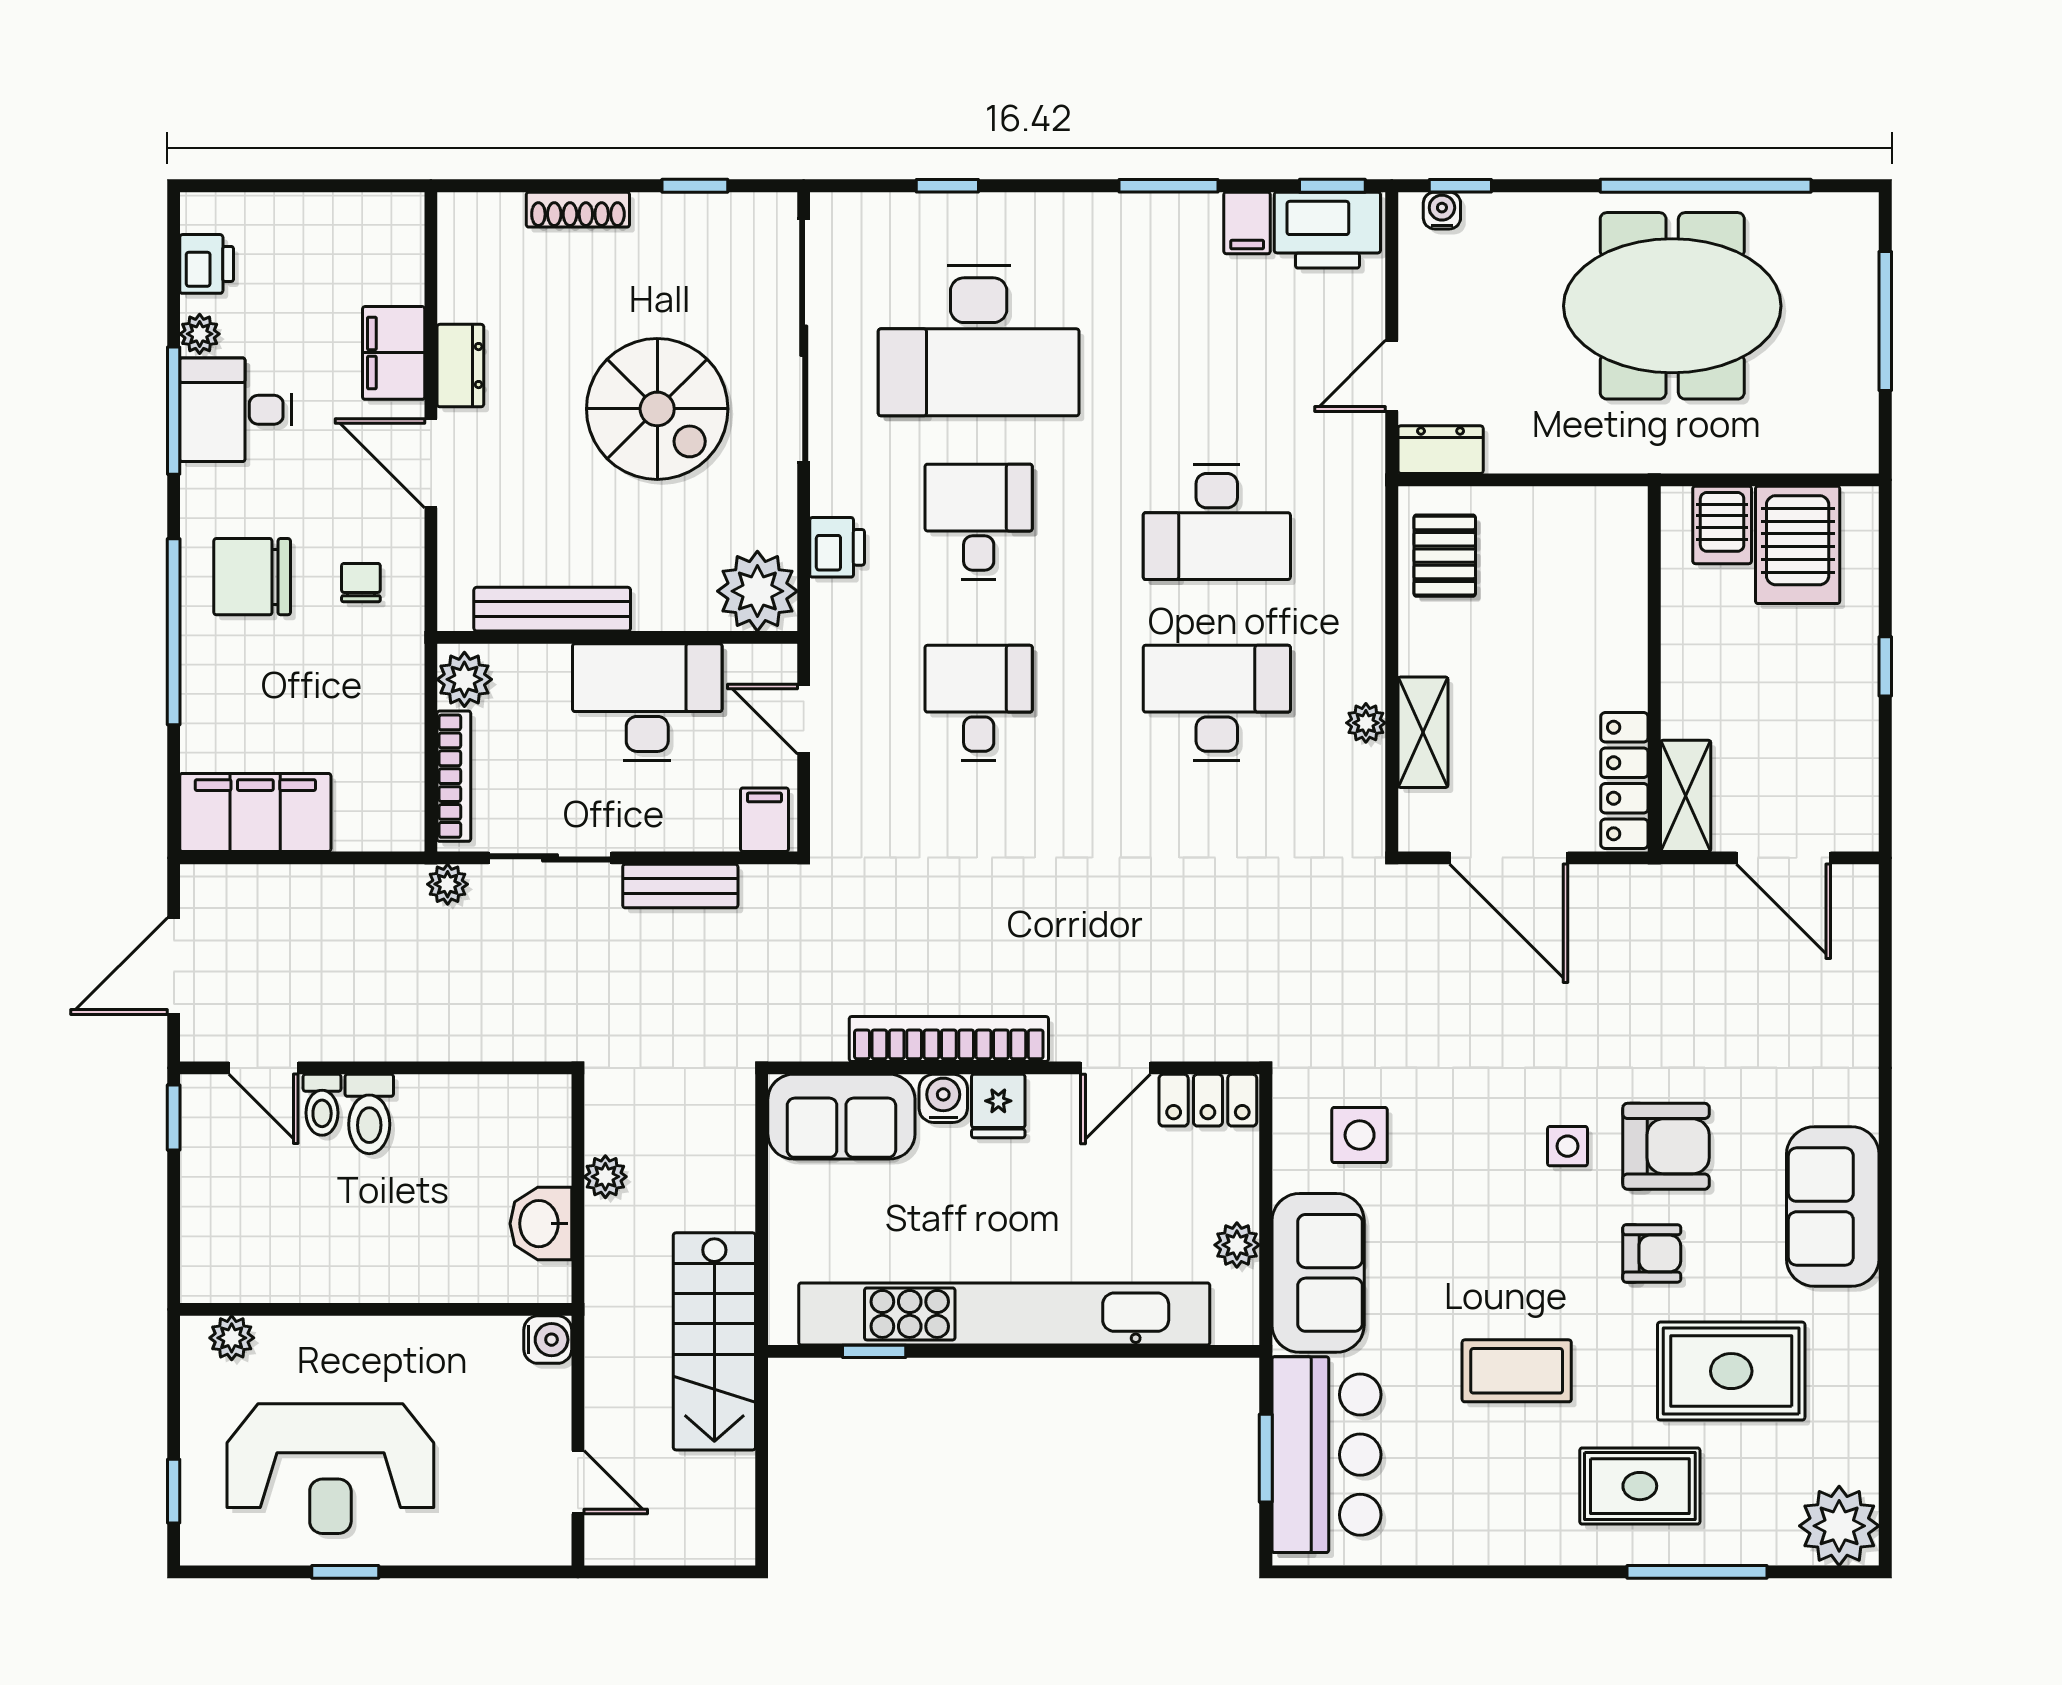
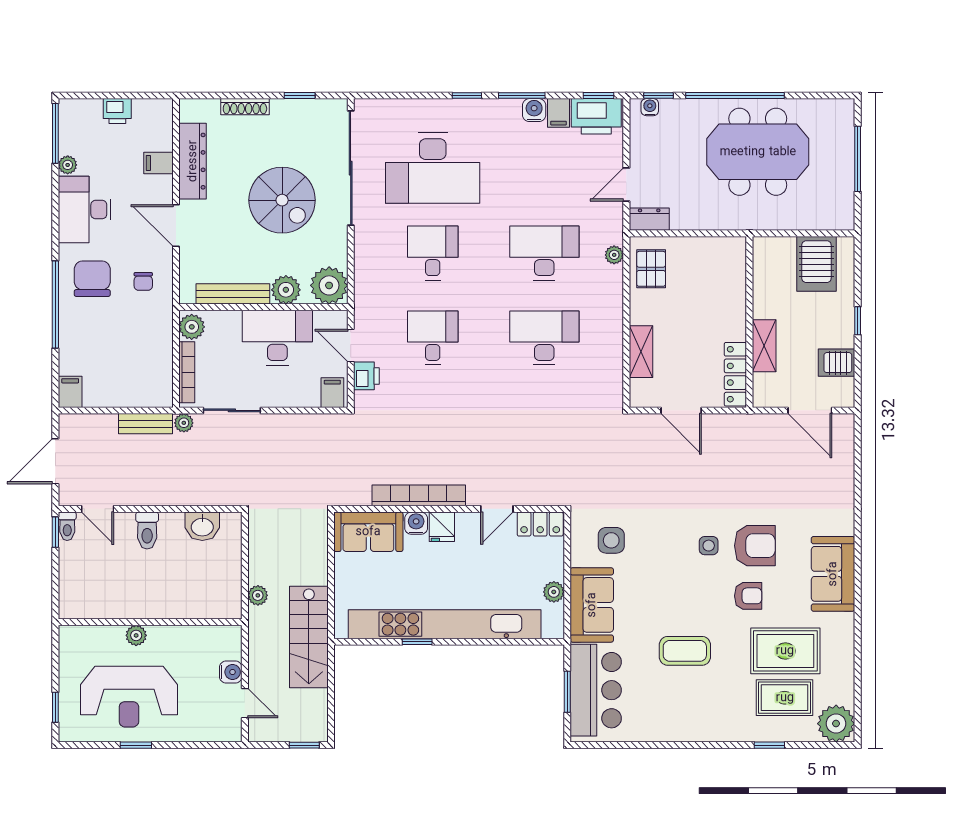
window: (947, 186) -> (467, 96), moved
window: (1706, 186) -> (735, 96), moved
water cooler: (1195, 217) -> (534, 110), added
printer: (207, 264) -> (117, 111), moved, turned 90
filing cabinet: (394, 353) -> (159, 163), width x0.50
dresser: (460, 366) -> (193, 161), width x1.96, depth x1.24
desk: (236, 410) -> (85, 210), width x1.37
window: (174, 411) -> (55, 133), moved
desk: (1217, 522) -> (544, 253), turned 180
server rack: (1722, 525) -> (836, 363), moved, turned 90
printer: (837, 547) -> (366, 376), moved
chair: (252, 577) -> (92, 279), turned 90
chair: (361, 583) -> (143, 281), turned 180
plant: (665, 600) -> (286, 290), added
plant: (1366, 723) -> (614, 255), moved
shelving: (1686, 796) -> (764, 346), moved
filing cabinet: (255, 812) -> (70, 392), width x0.33, depth x0.86
door: (1509, 858) -> (681, 410), width x0.73
bench: (680, 886) -> (146, 424), moved
toilet: (322, 1105) -> (67, 526), moved
plant: (605, 1177) -> (258, 595), moved
washbasin: (541, 1224) -> (202, 526), moved, turned -90
plant: (232, 1338) -> (136, 635), moved
water cooler: (548, 1340) -> (231, 672), moved
window: (874, 1351) -> (417, 642), moved
rug: (1640, 1486) -> (785, 698), moved
window: (704, 1572) -> (304, 745), added
window: (1697, 1572) -> (769, 745), width x0.46

